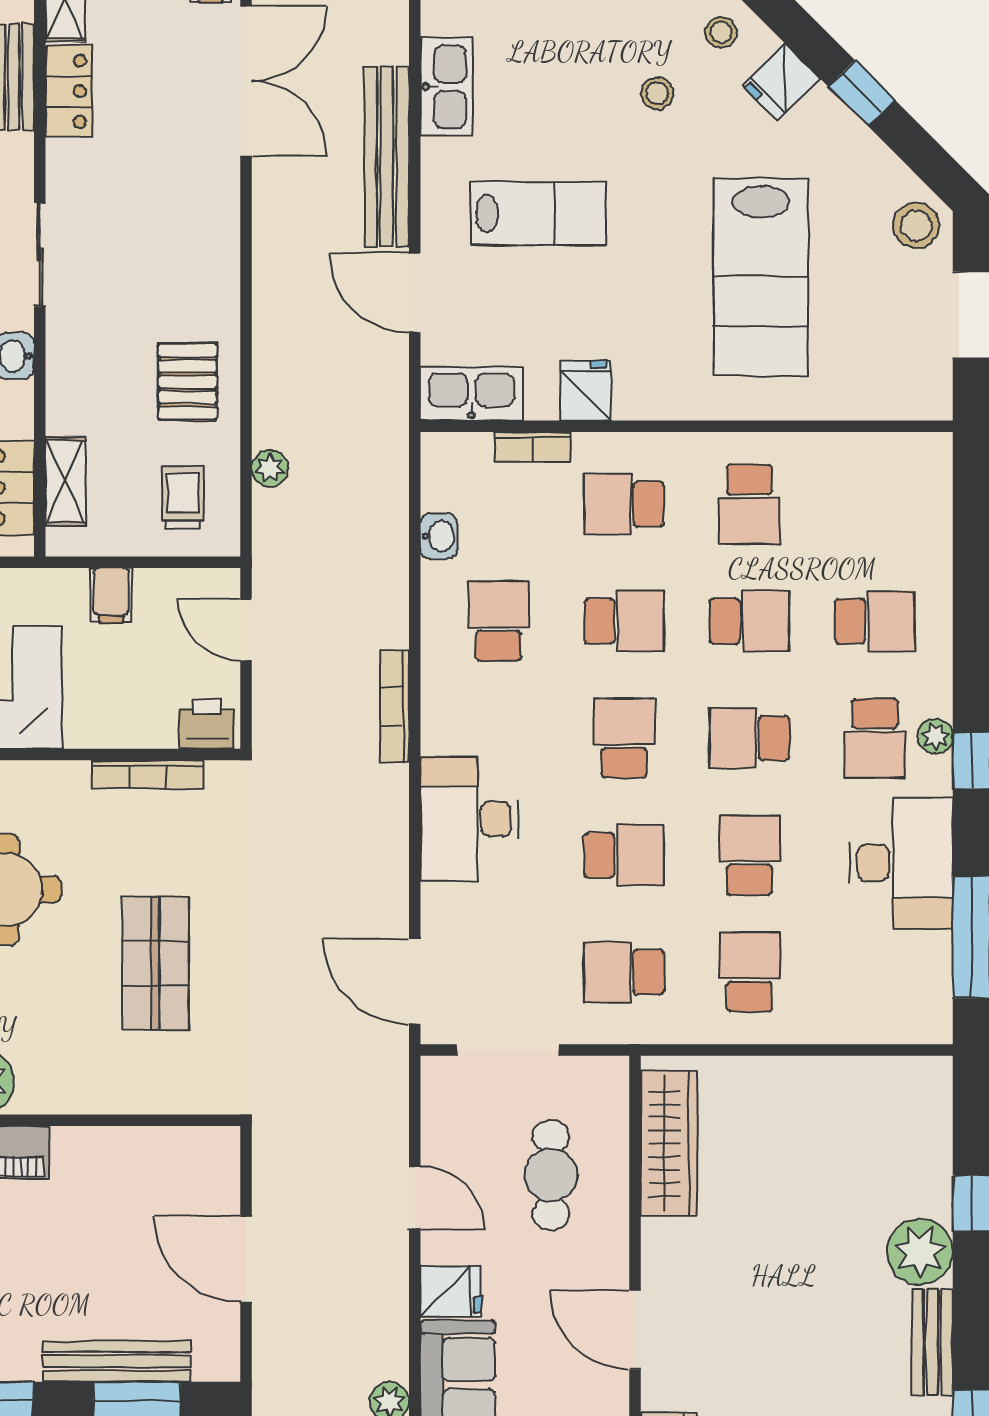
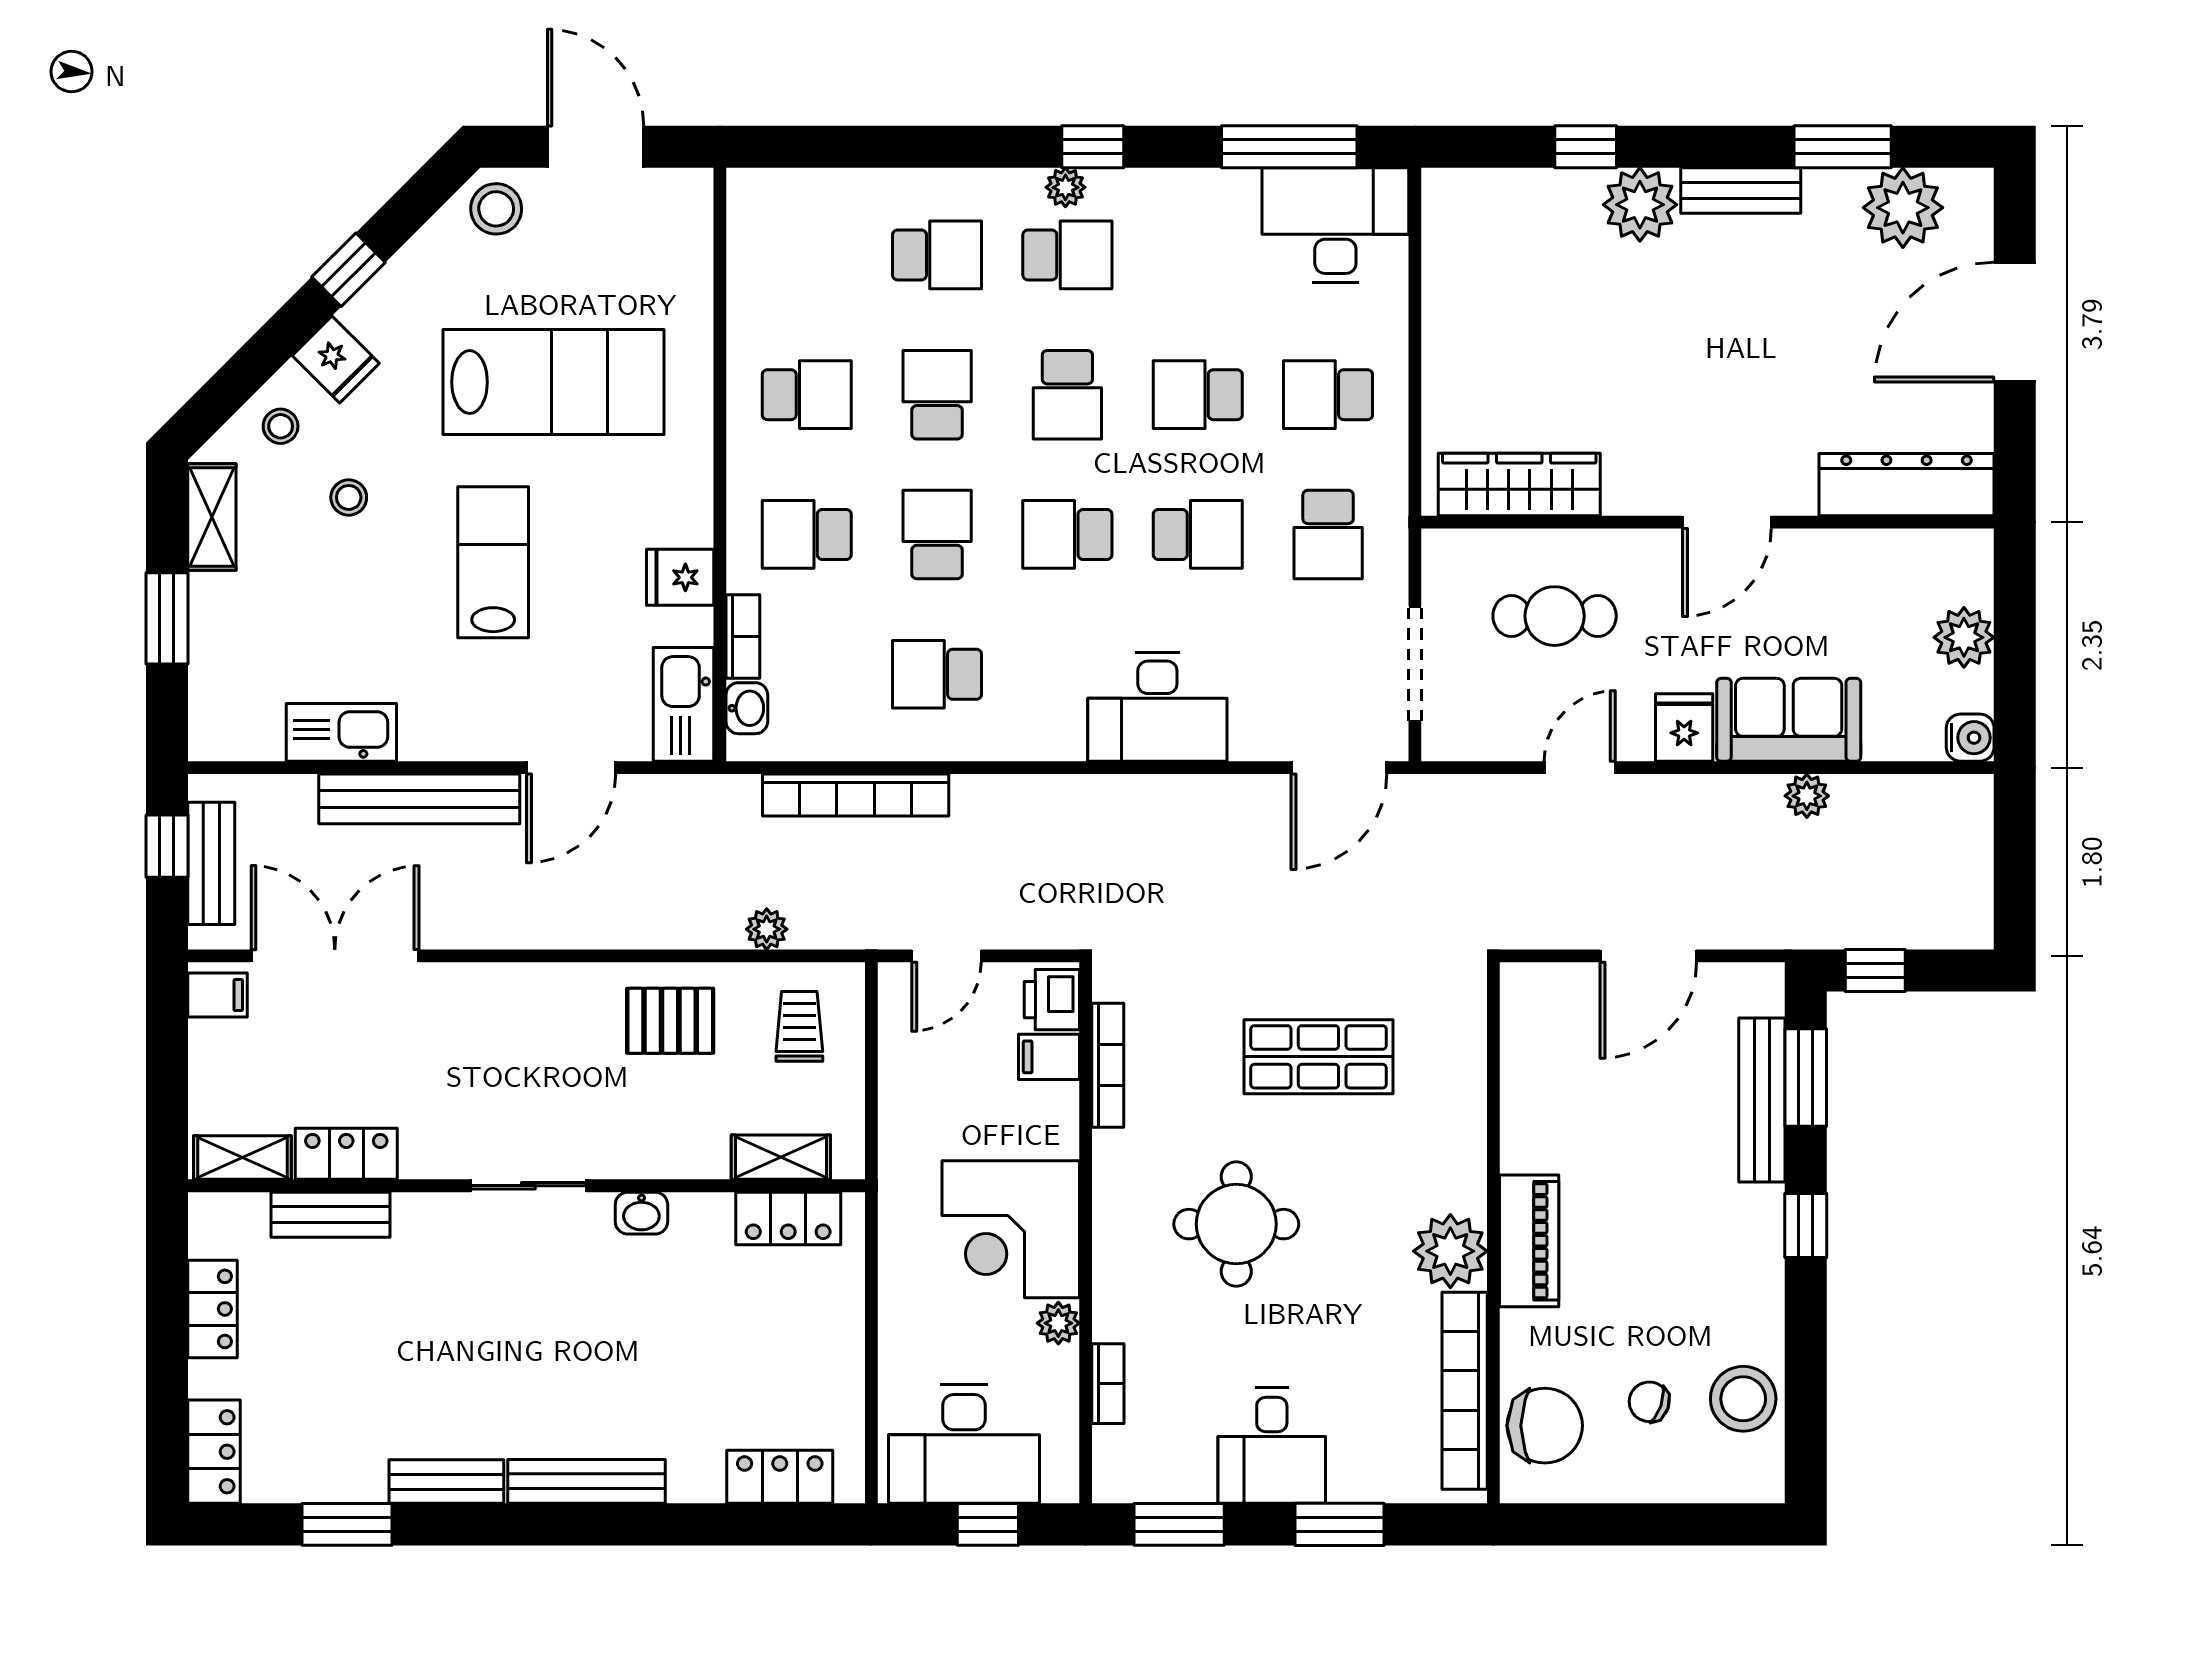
lab bench: (538, 213) -> (493, 562), moved
trolley: (183, 498) -> (799, 1026), turned 90
school desk: (624, 504) -> (807, 534), turned 90
washbasin: (439, 536) -> (747, 708), moved, turned 90
filing cabinet: (111, 595) -> (1049, 1057), moved, turned 180
school desk: (875, 621) -> (937, 255), turned 90
bookcase: (395, 706) -> (856, 795), moved, width x1.48, depth x1.31
school desk: (624, 855) -> (1198, 534), turned 90
desk: (901, 863) -> (1335, 225), moved

